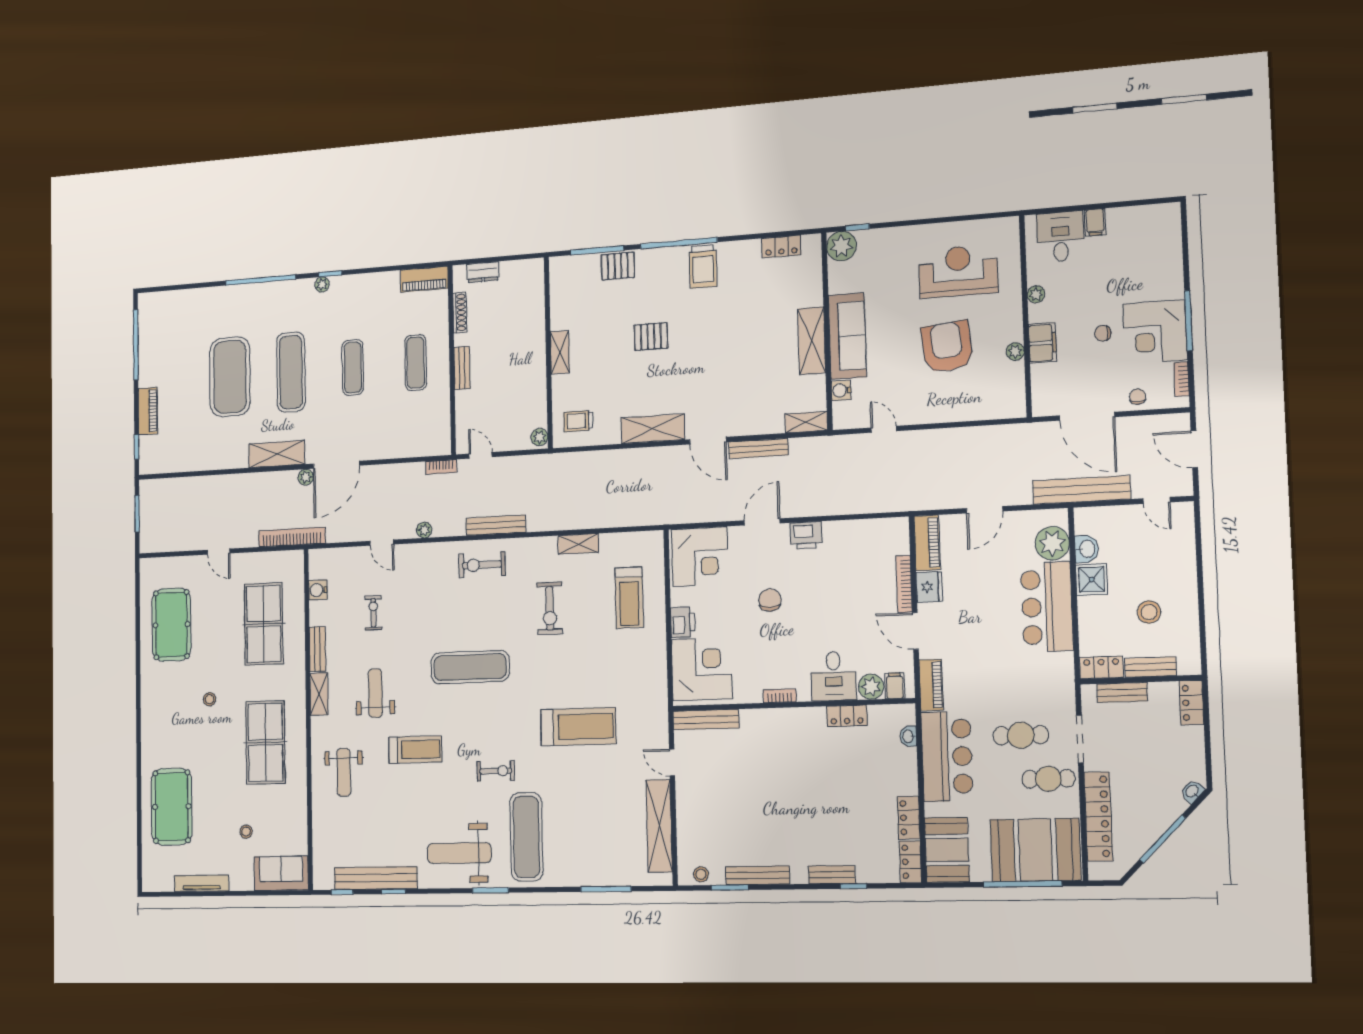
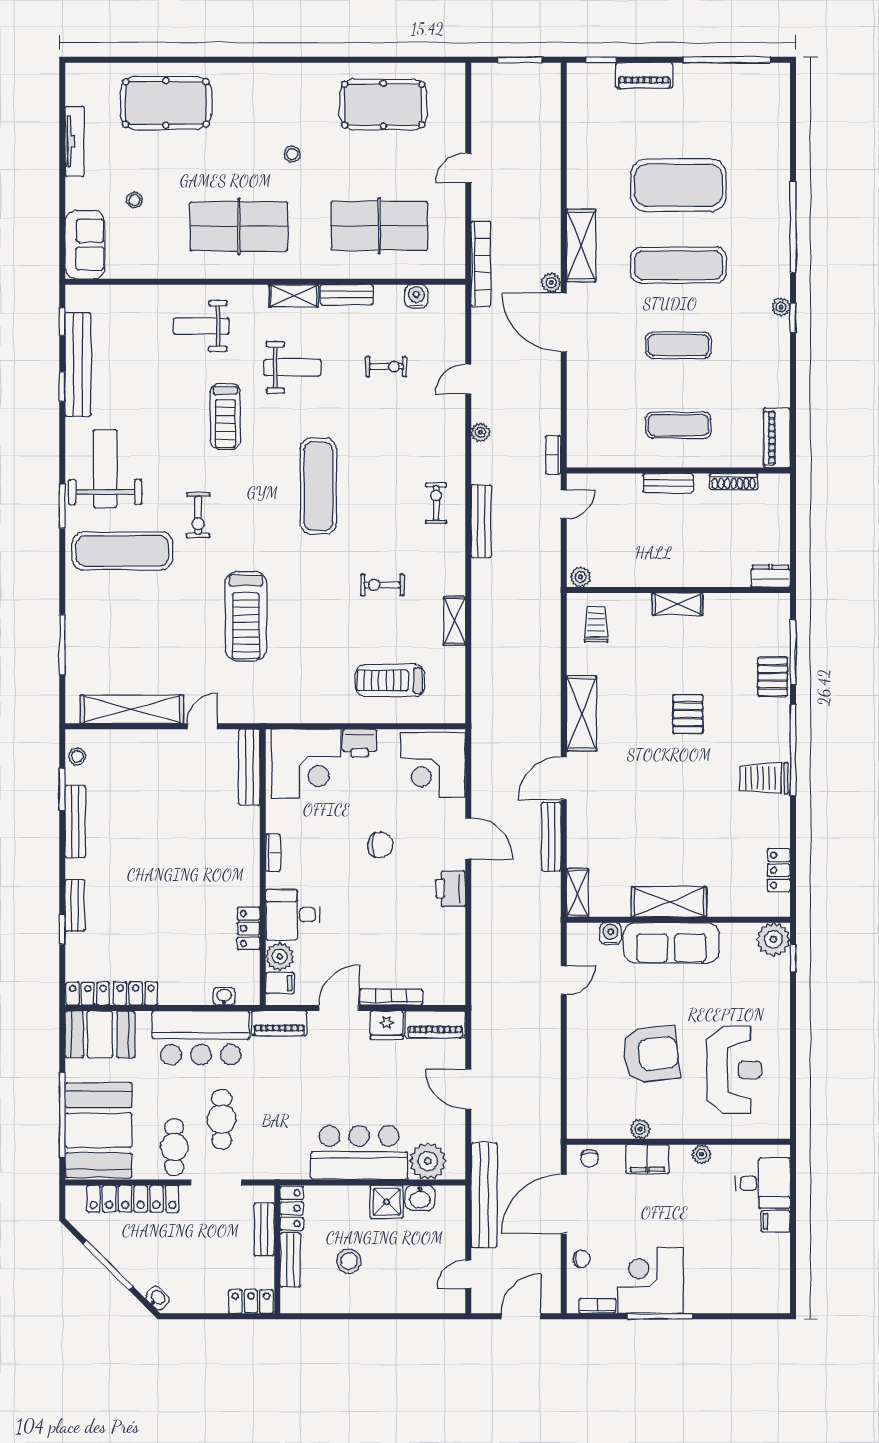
dresser: (483, 272) -> (771, 576), moved, turned 90
chair: (1103, 333) -> (589, 1158), moved, turned 180
exercise bike: (482, 565) -> (436, 503), width x0.73, depth x0.72
exercise bike: (550, 608) -> (382, 585), width x0.73, depth x0.72

